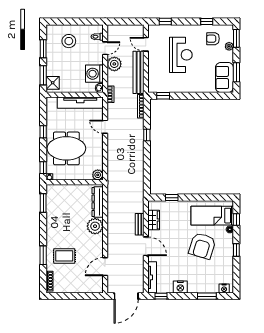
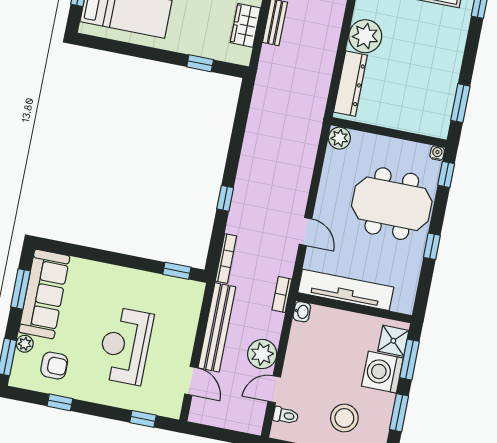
washing machine: (94, 74) -> (382, 372), moved, turned 180
sofa: (224, 77) -> (44, 294), width x1.36

